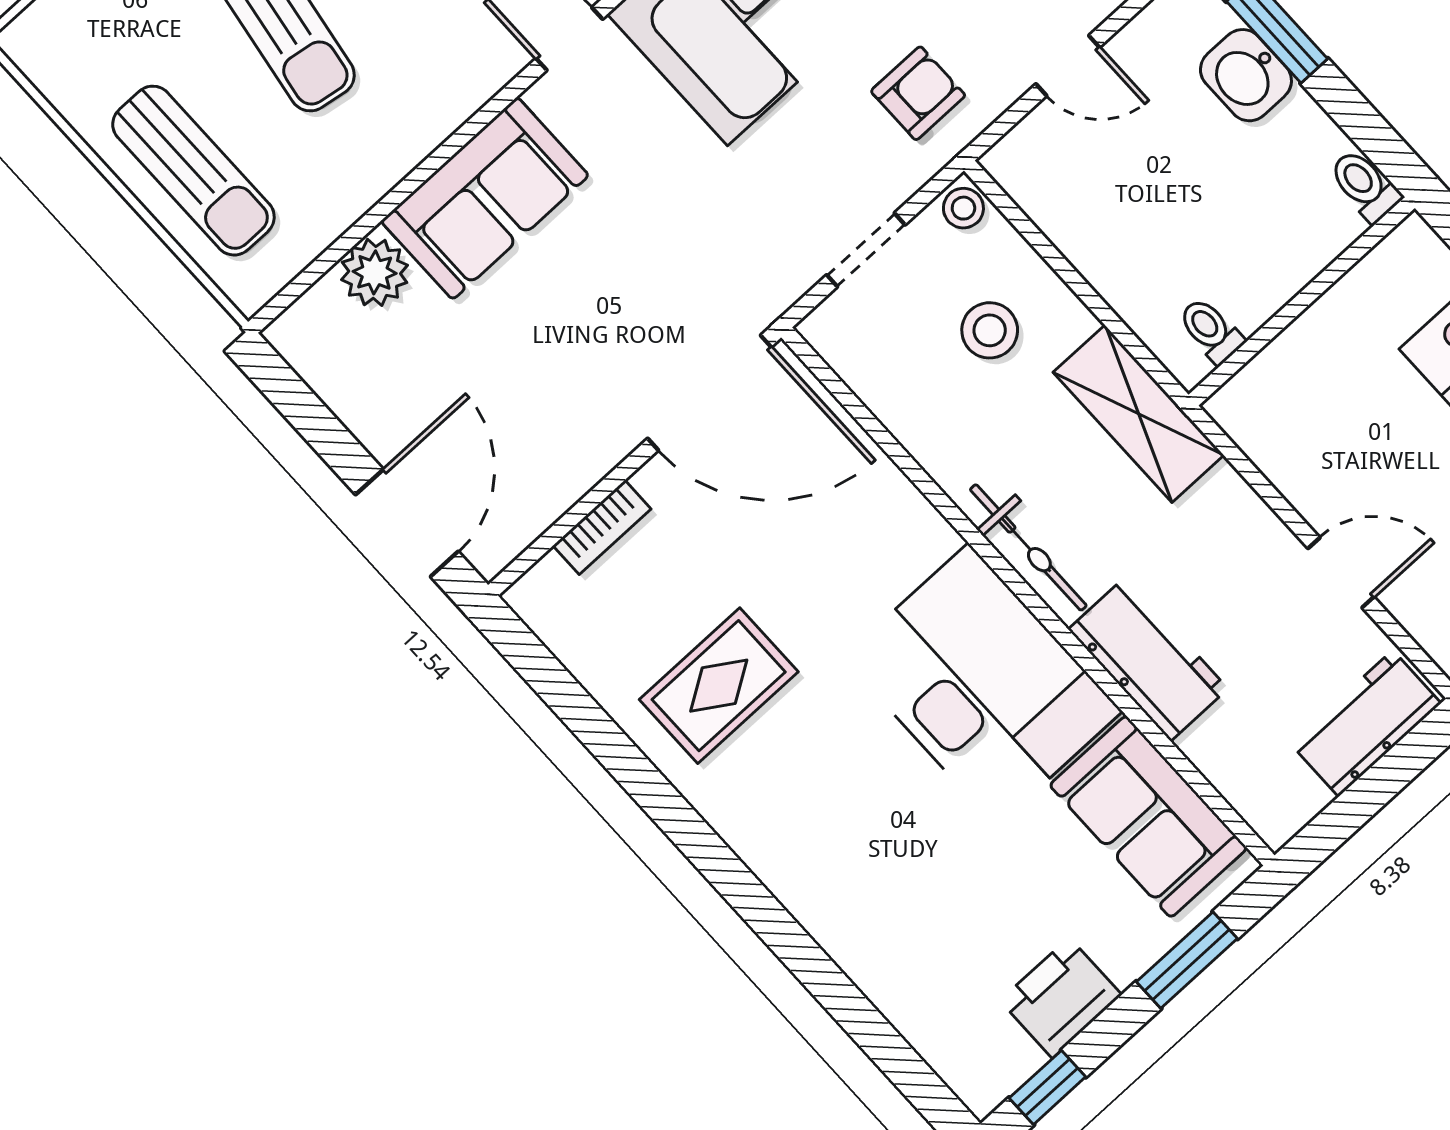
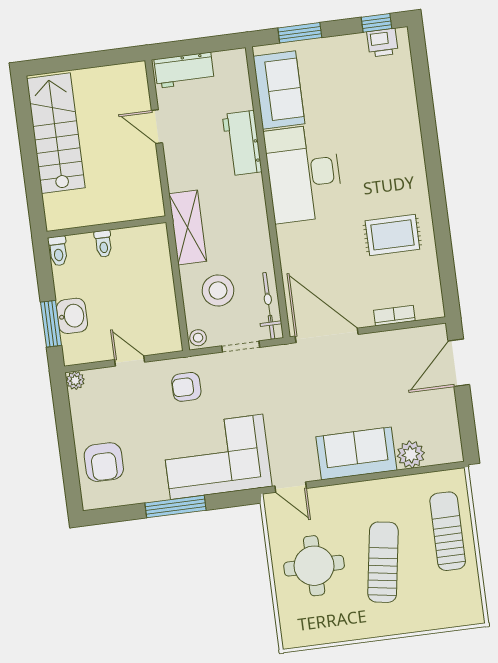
stool: (990, 330) -> (218, 290), width x1.38, depth x1.38
toilet: (1211, 331) -> (103, 244), moved
bicycle: (1028, 547) -> (269, 306), moved
printer: (1061, 998) -> (382, 43), moved, width x0.73, depth x0.81

